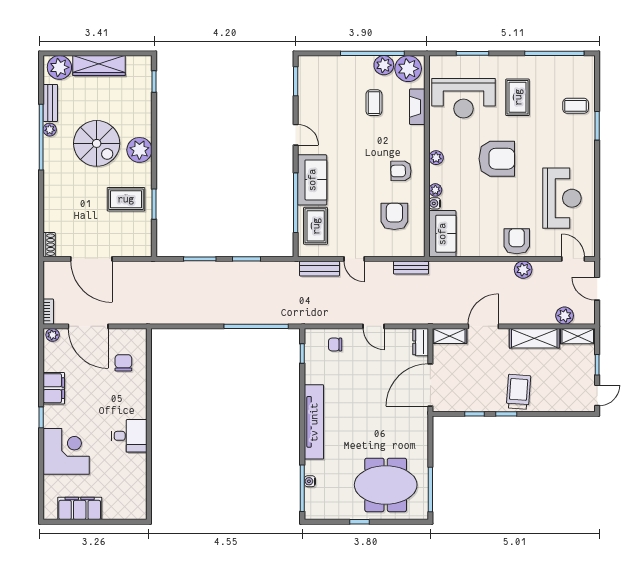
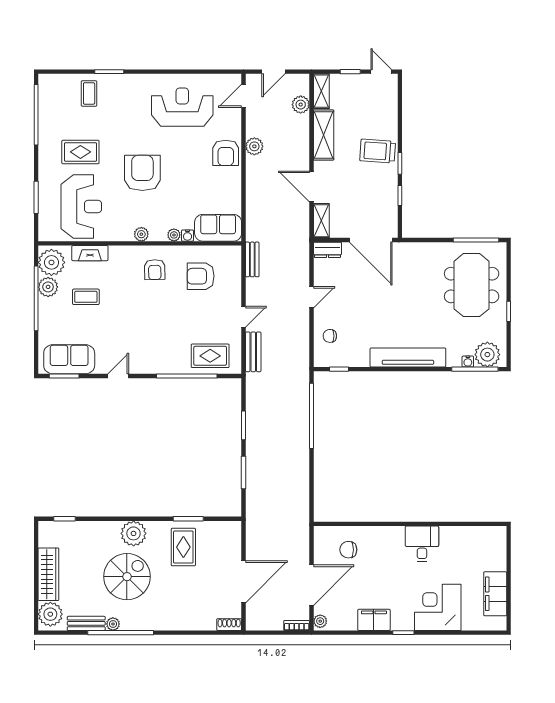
sofa: (312, 180) -> (69, 359), moved
armchair: (517, 241) -> (226, 153), turned -90
chair: (335, 345) -> (330, 336), turned 90
plant: (317, 501) -> (487, 355), added

